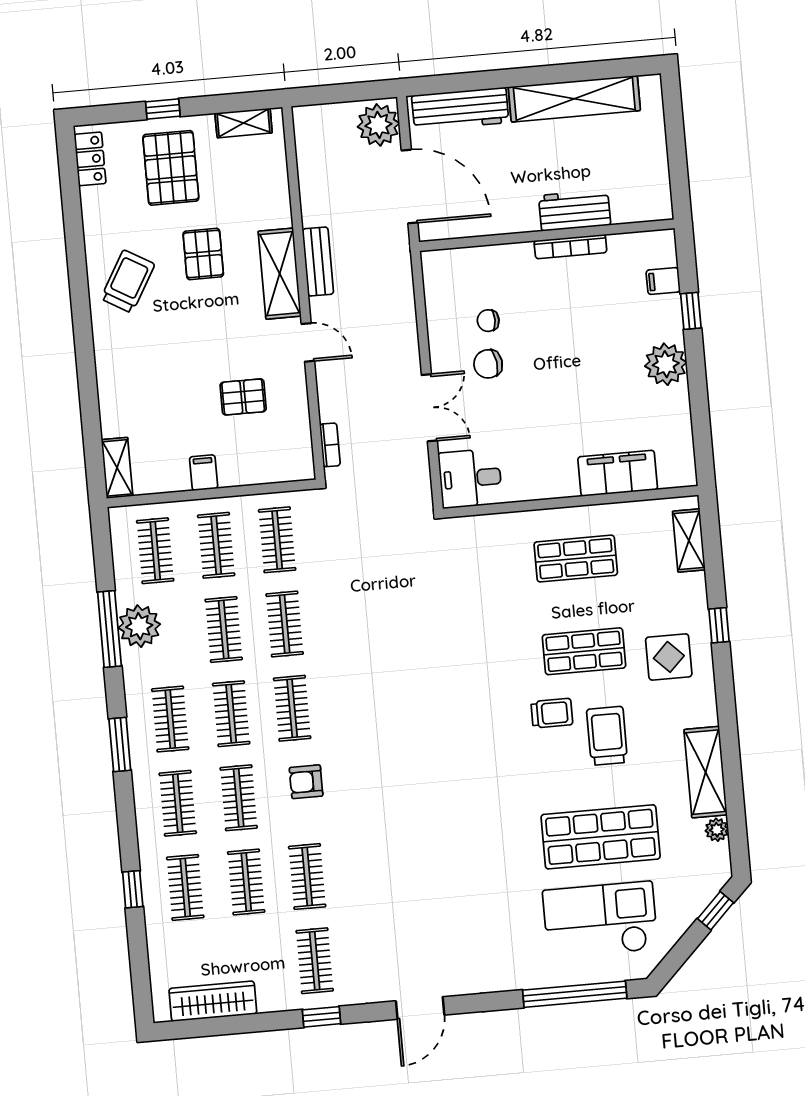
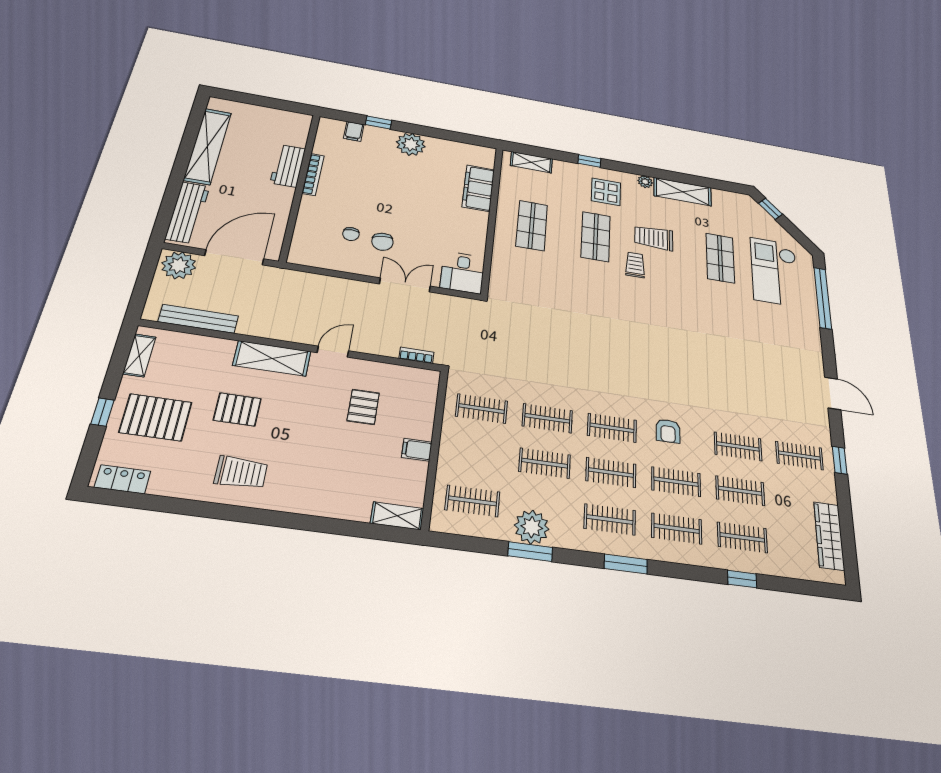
bench: (318, 262) -> (198, 319), moved, width x1.36
trolley: (128, 281) -> (241, 472), turned 150
clothes rail: (216, 545) -> (477, 454), removed
window: (109, 629) -> (530, 552), width x0.69
plant: (717, 830) -> (645, 182), moved
shop shelf: (601, 837) -> (720, 258), width x0.70, depth x0.74

